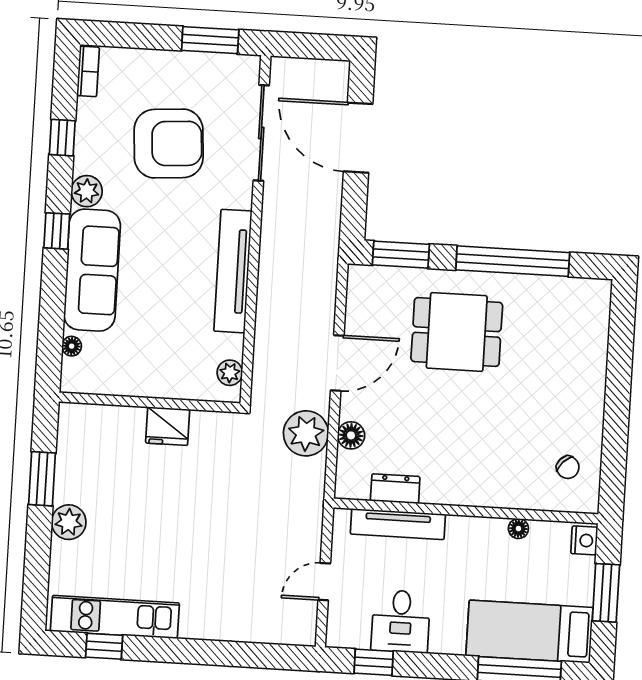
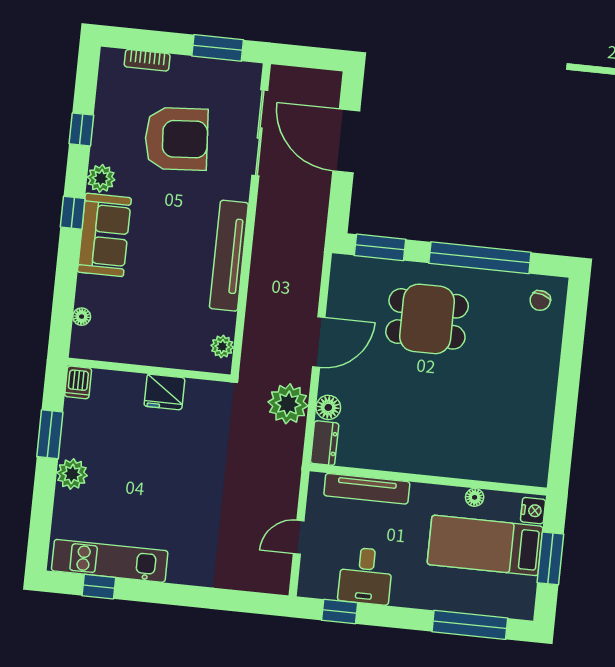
bookcase: (88, 71) -> (147, 60), moved, turned 90
sofa: (92, 270) -> (104, 235), width x0.73
dishwasher: (71, 420) -> (78, 382), added
chair: (568, 467) -> (540, 301), moved, turned 62
dresser: (395, 489) -> (325, 443), moved, turned 90
bed: (529, 632) -> (485, 545), moved

